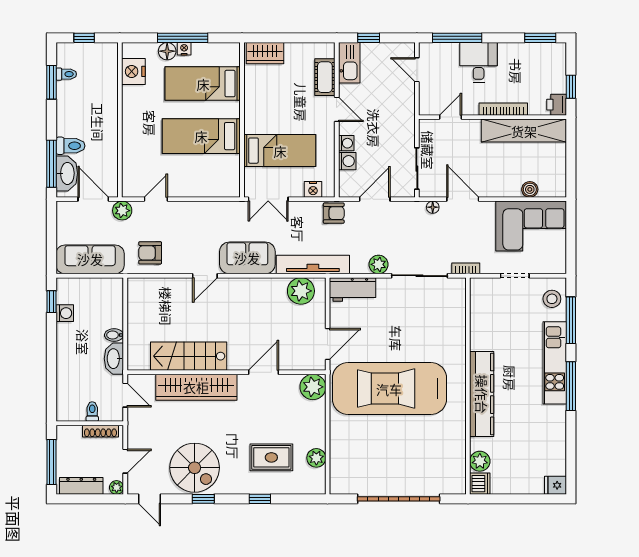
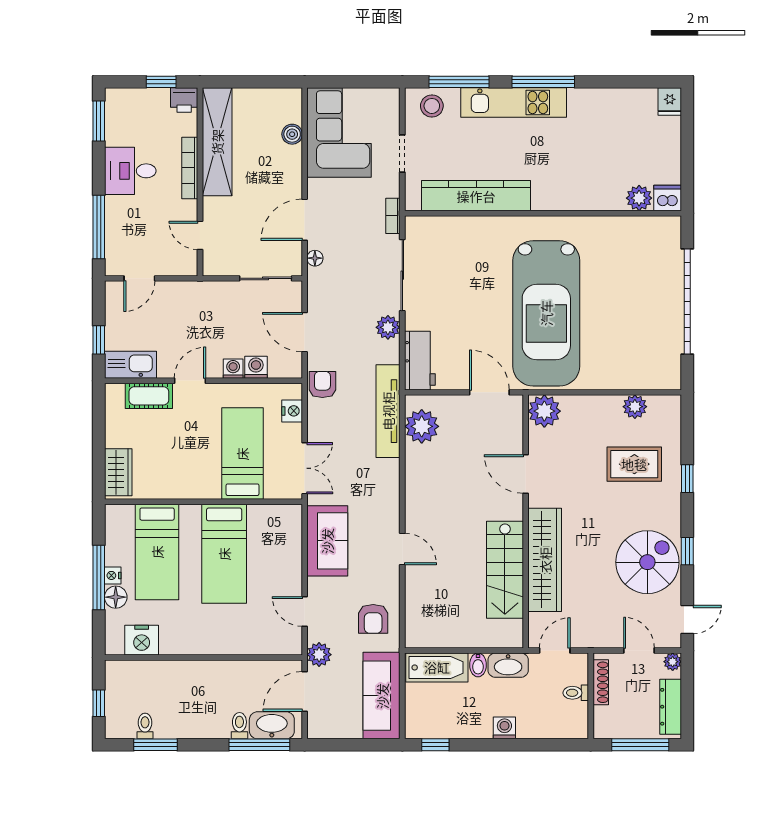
desk: (479, 63) -> (130, 171), moved
toilet: (70, 146) -> (239, 726), width x0.73, depth x0.72
sofa: (247, 258) -> (327, 541), moved, turned 180
bathtub: (112, 303) -> (437, 667), added
washing machine: (65, 313) -> (504, 728), moved
kitchen counter: (482, 394) -> (476, 196), moved
rug: (271, 457) -> (634, 464), turned 90

